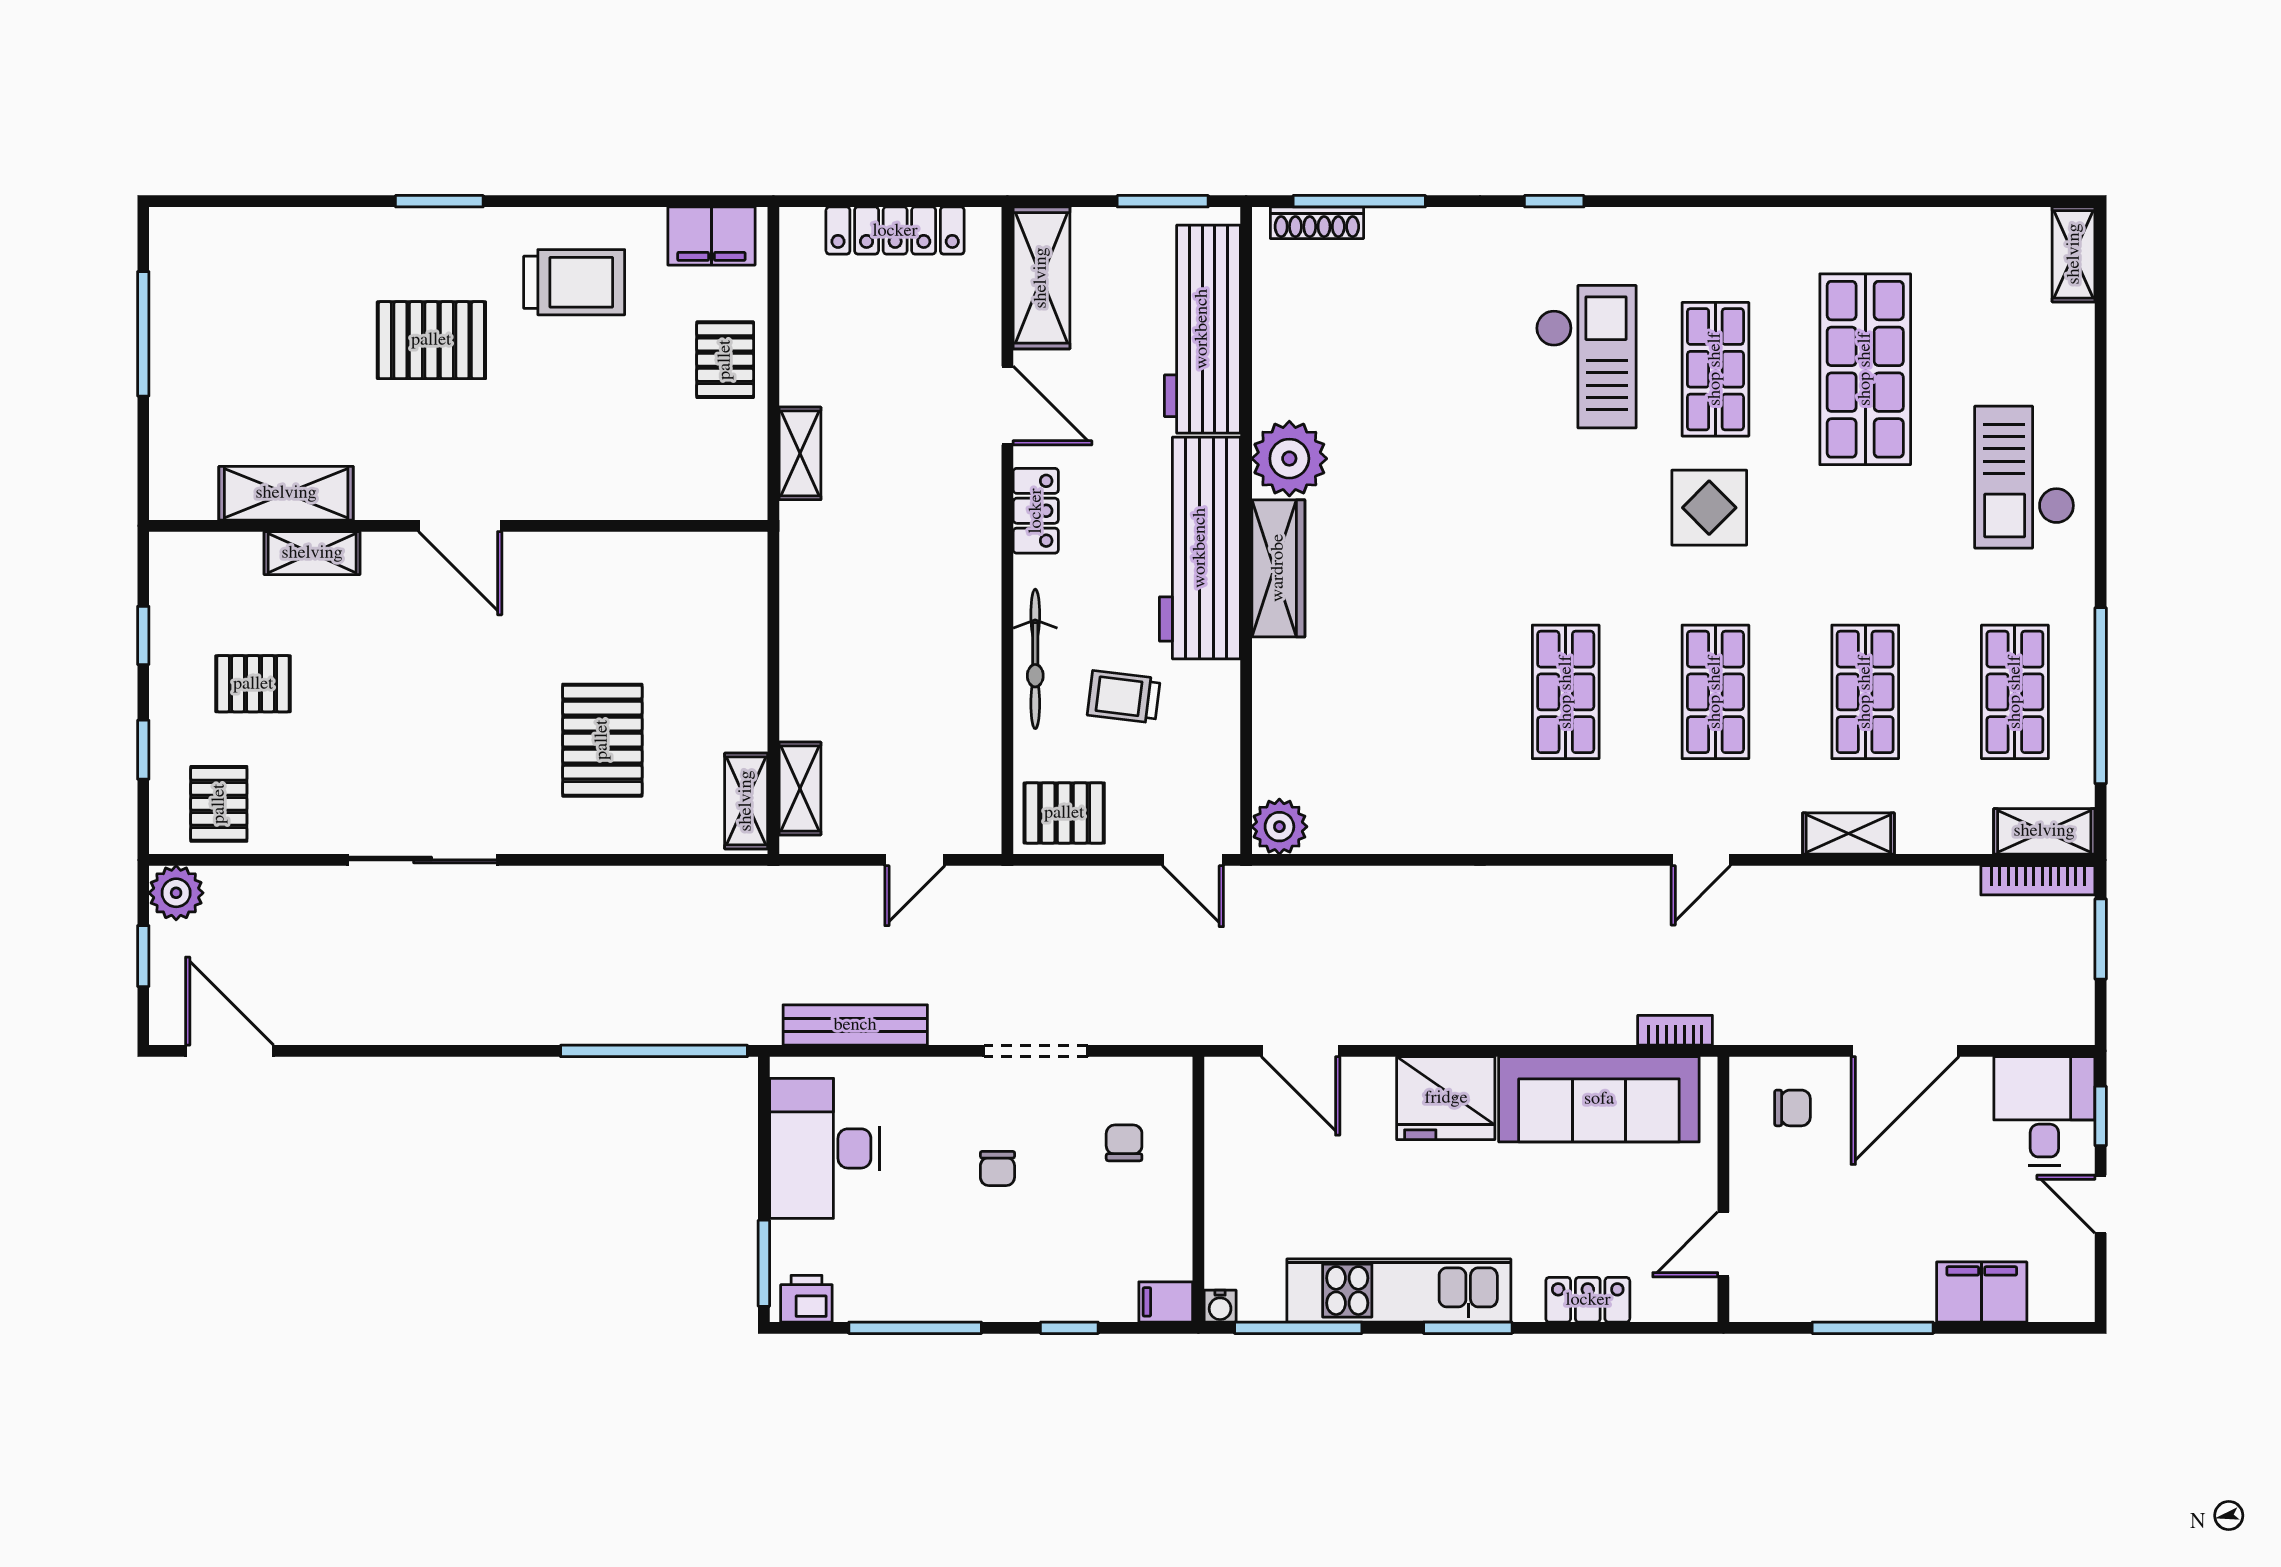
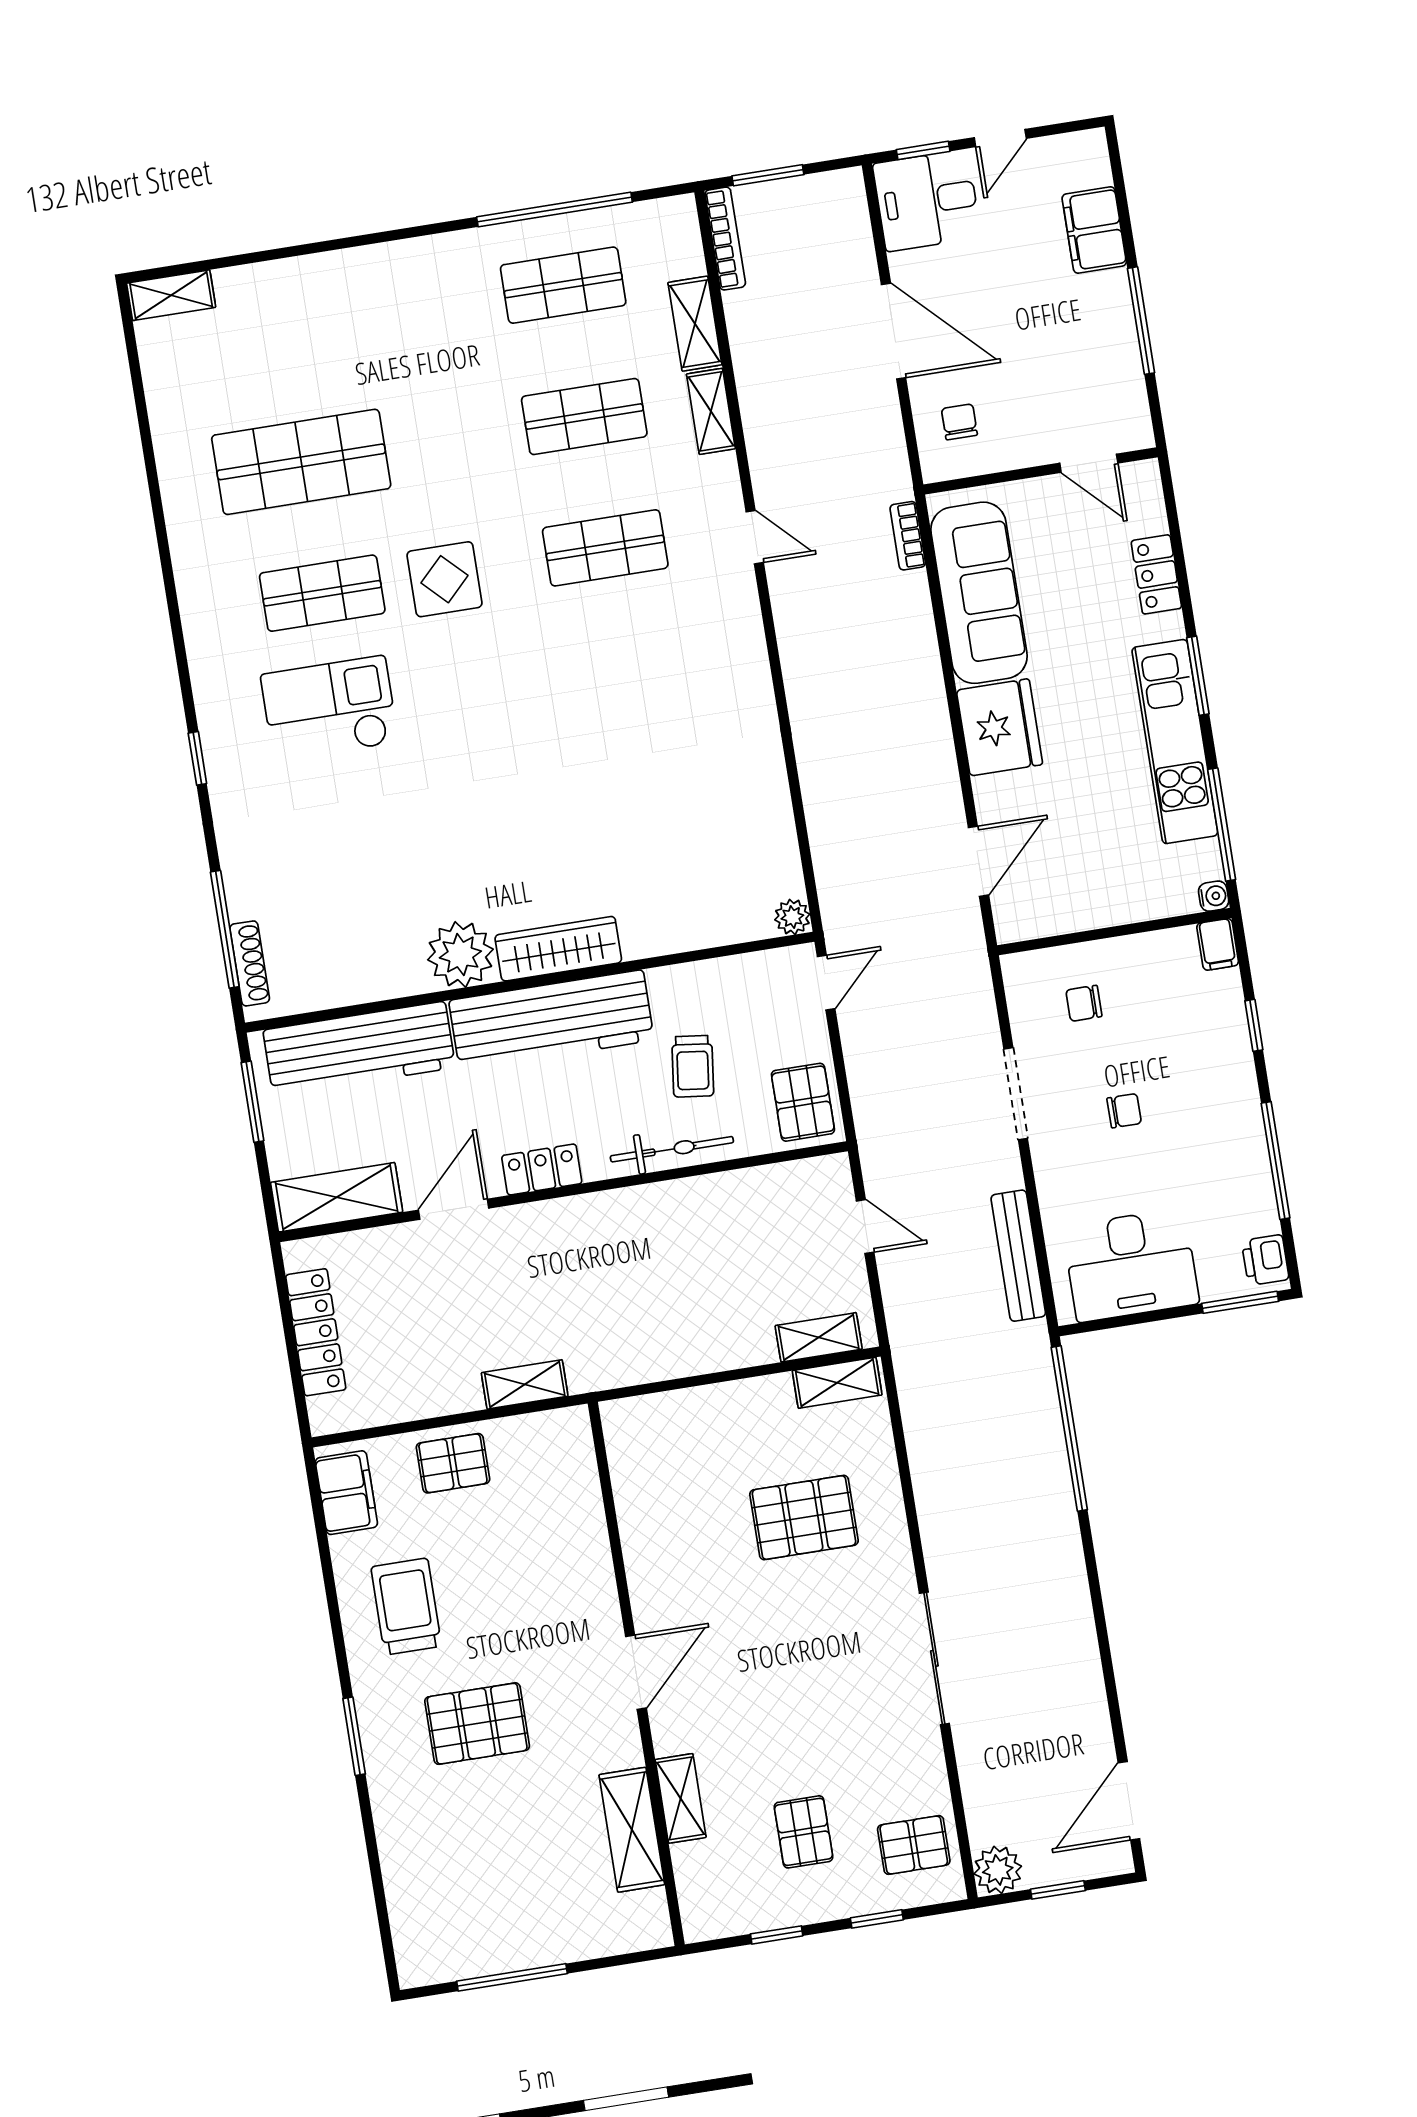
pallet: (431, 340) -> (477, 1724), turned 90
checkout: (2025, 477) -> (373, 307), removed
shop shelf: (1566, 692) -> (626, 679), removed
plant: (1279, 827) -> (792, 917), width x0.73, depth x0.73
shelving: (2044, 831) -> (695, 324), moved

